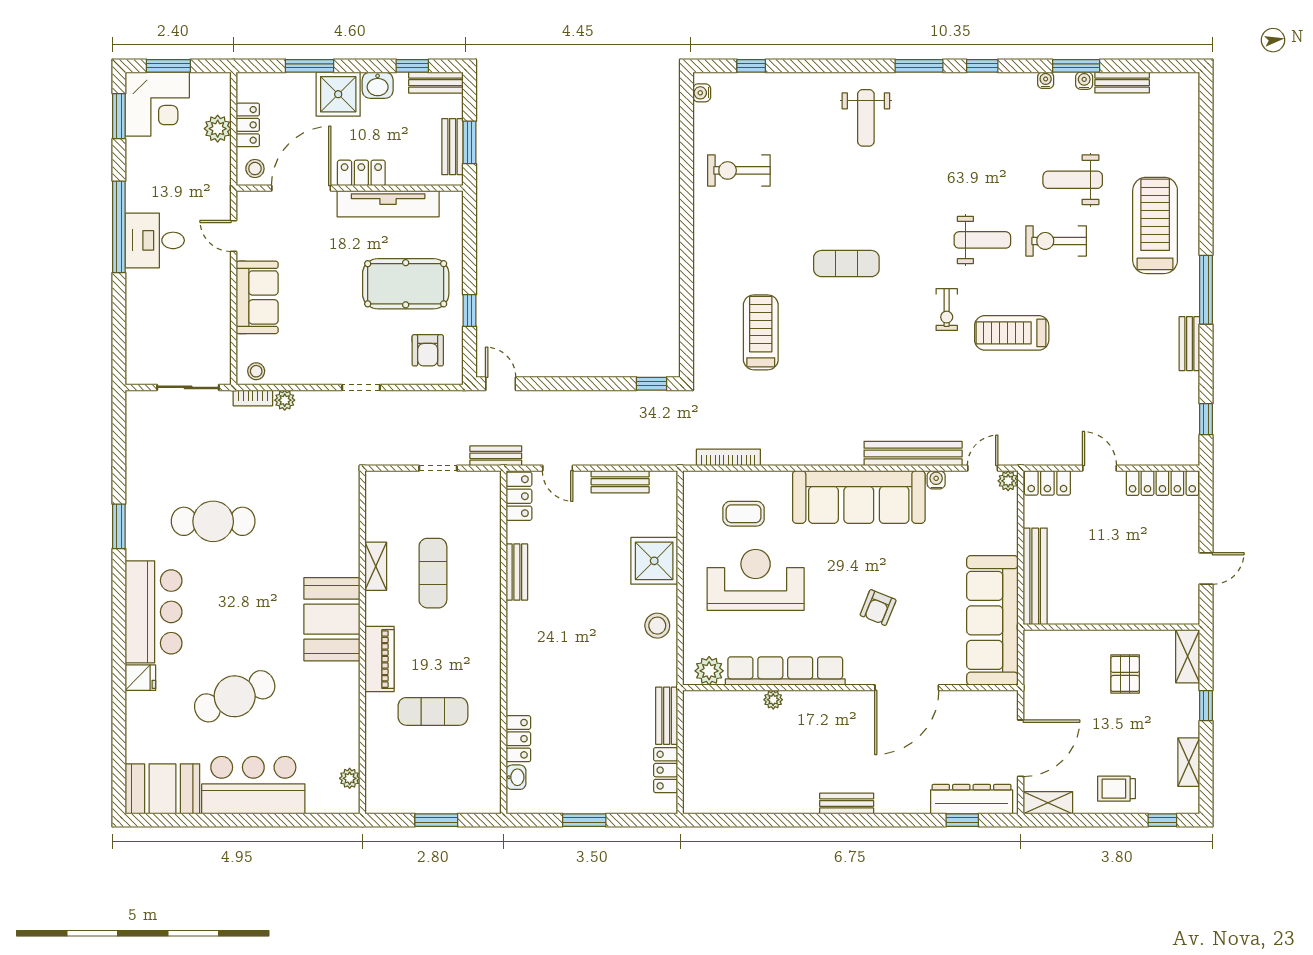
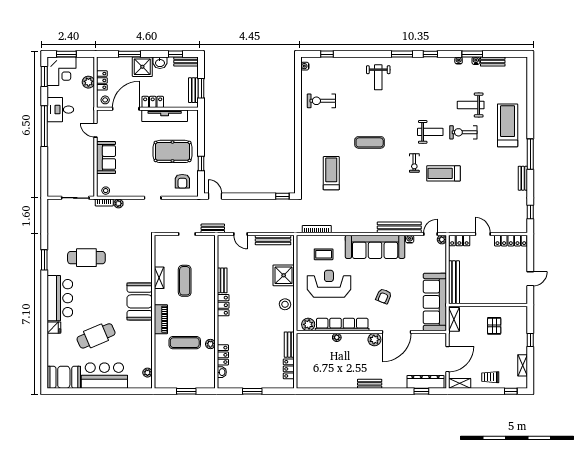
desk: (155, 240) -> (60, 110), moved
bench: (620, 482) -> (273, 240), width x1.36
locker: (519, 496) -> (223, 305), moved
shelving: (1188, 656) -> (454, 319), moved
plant: (857, 704) -> (374, 340), added
plant: (490, 714) -> (210, 344), added

